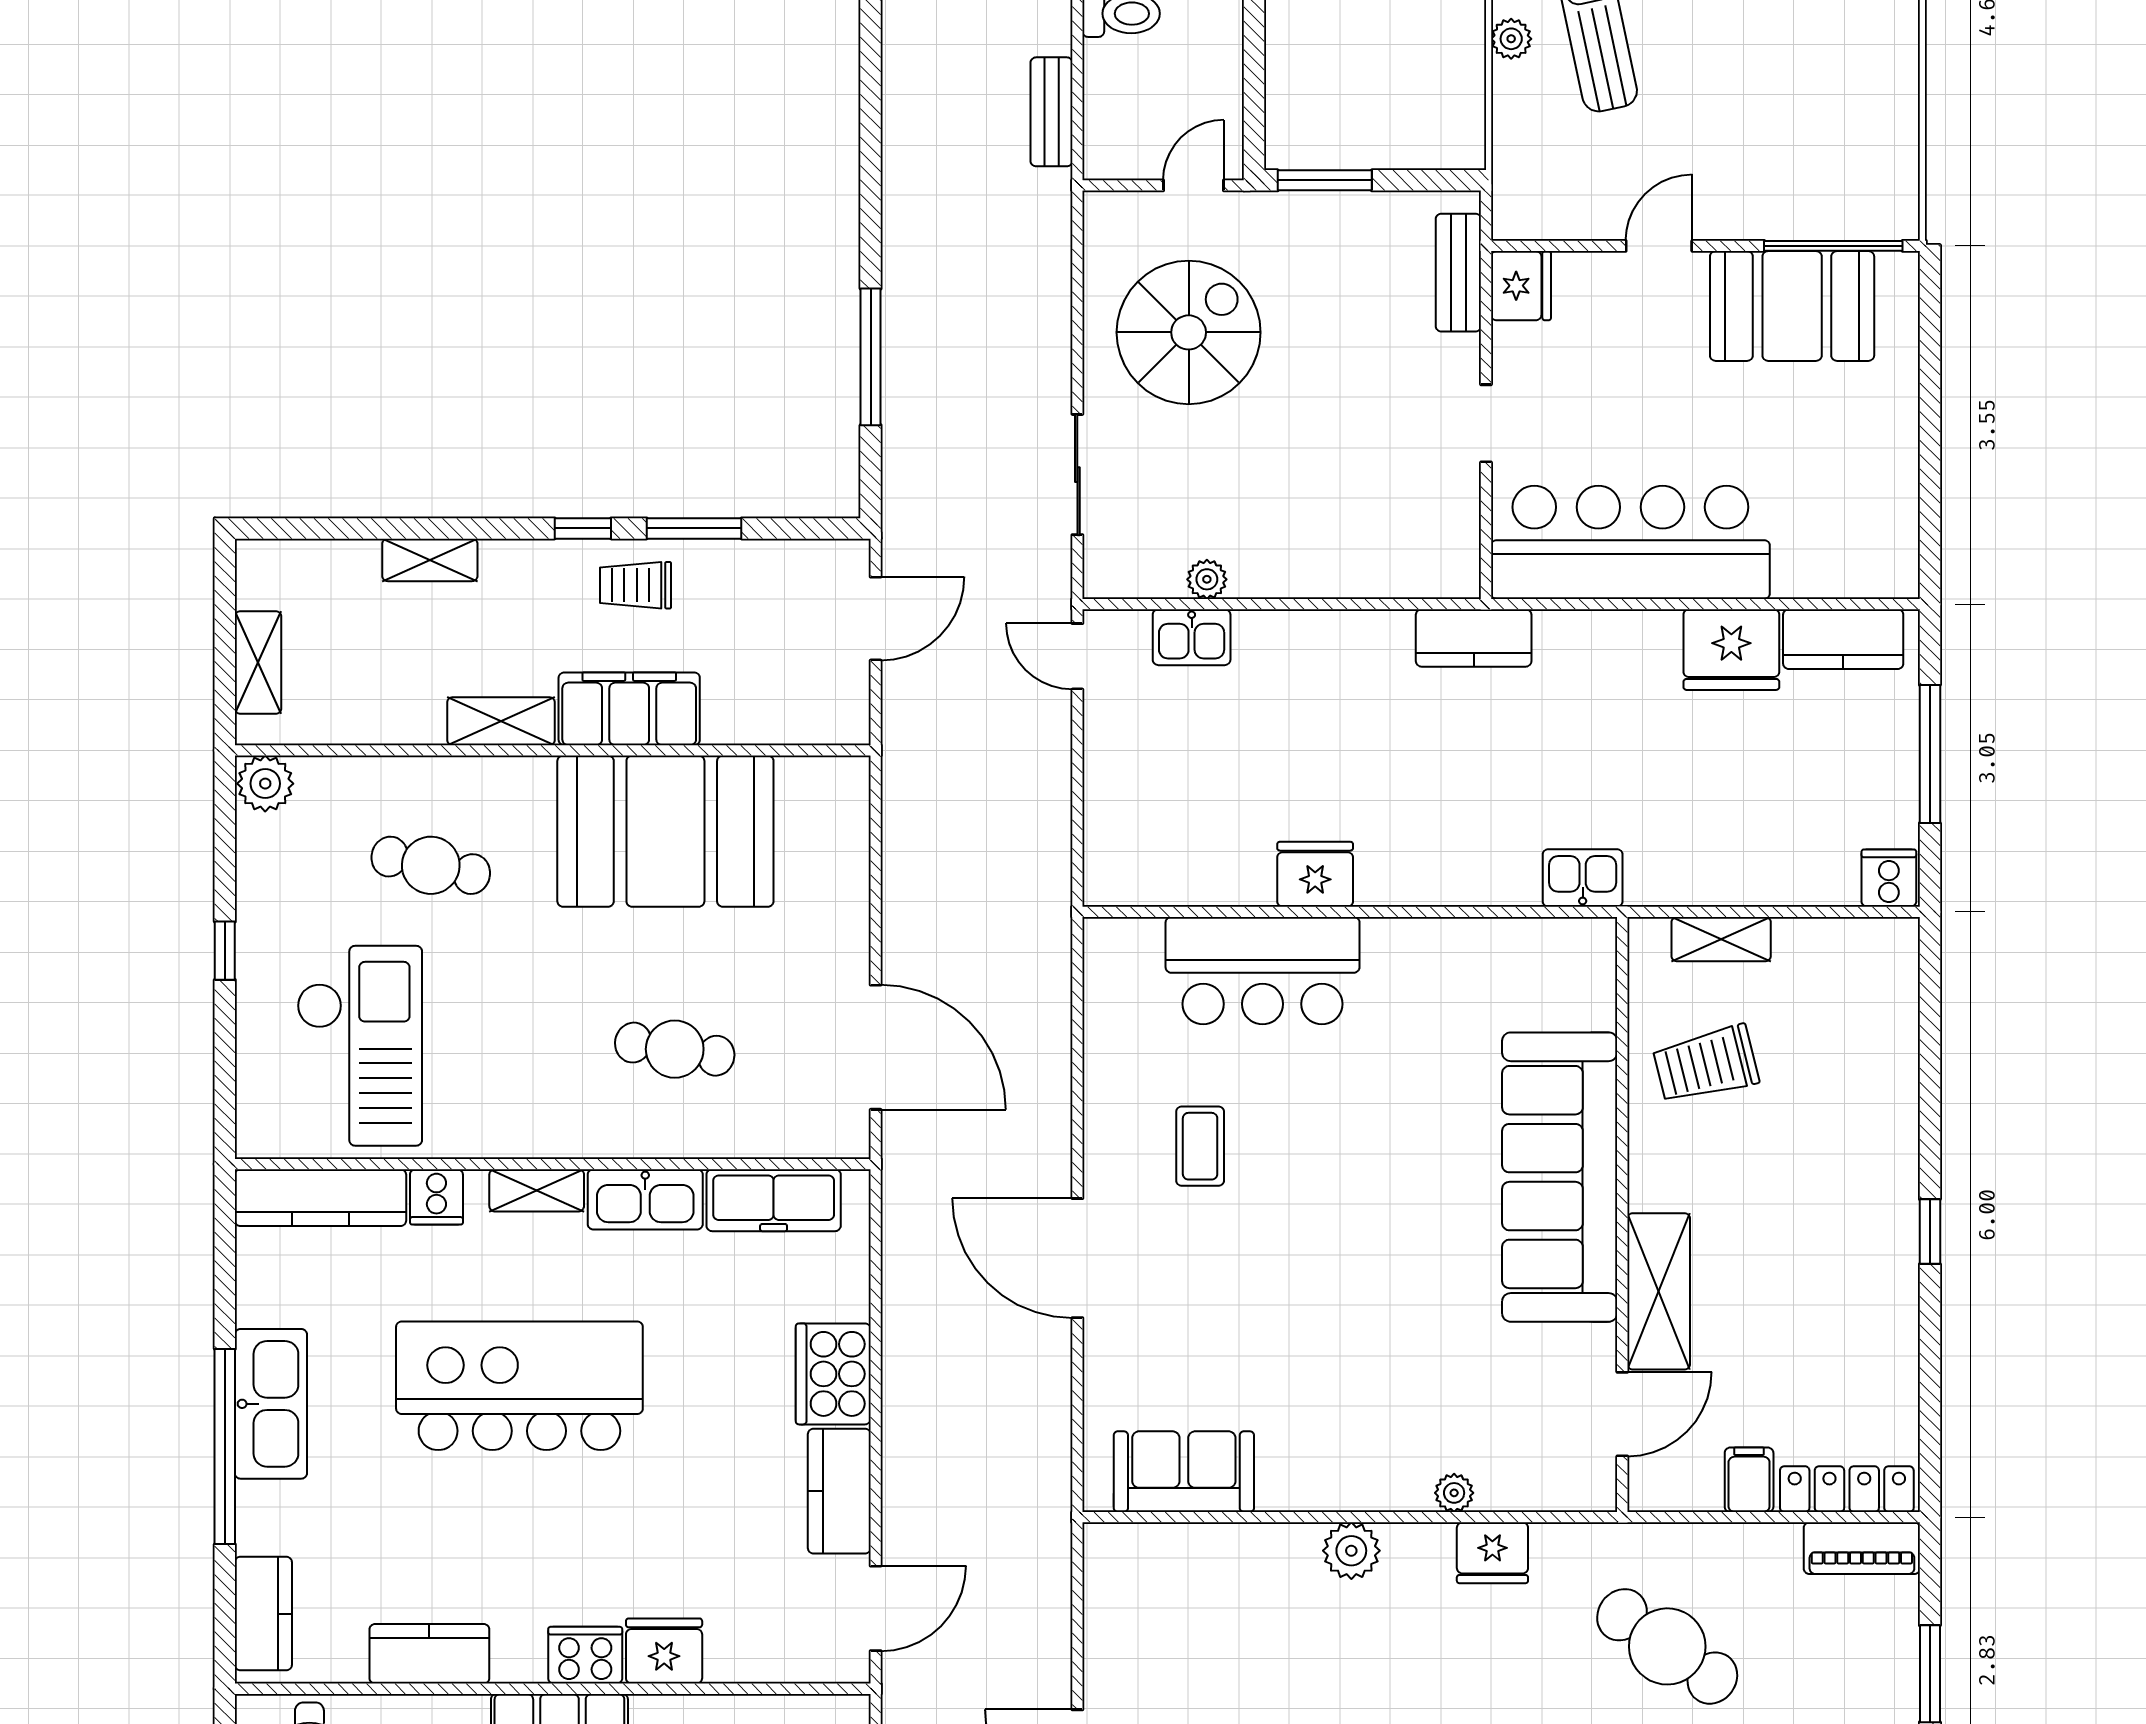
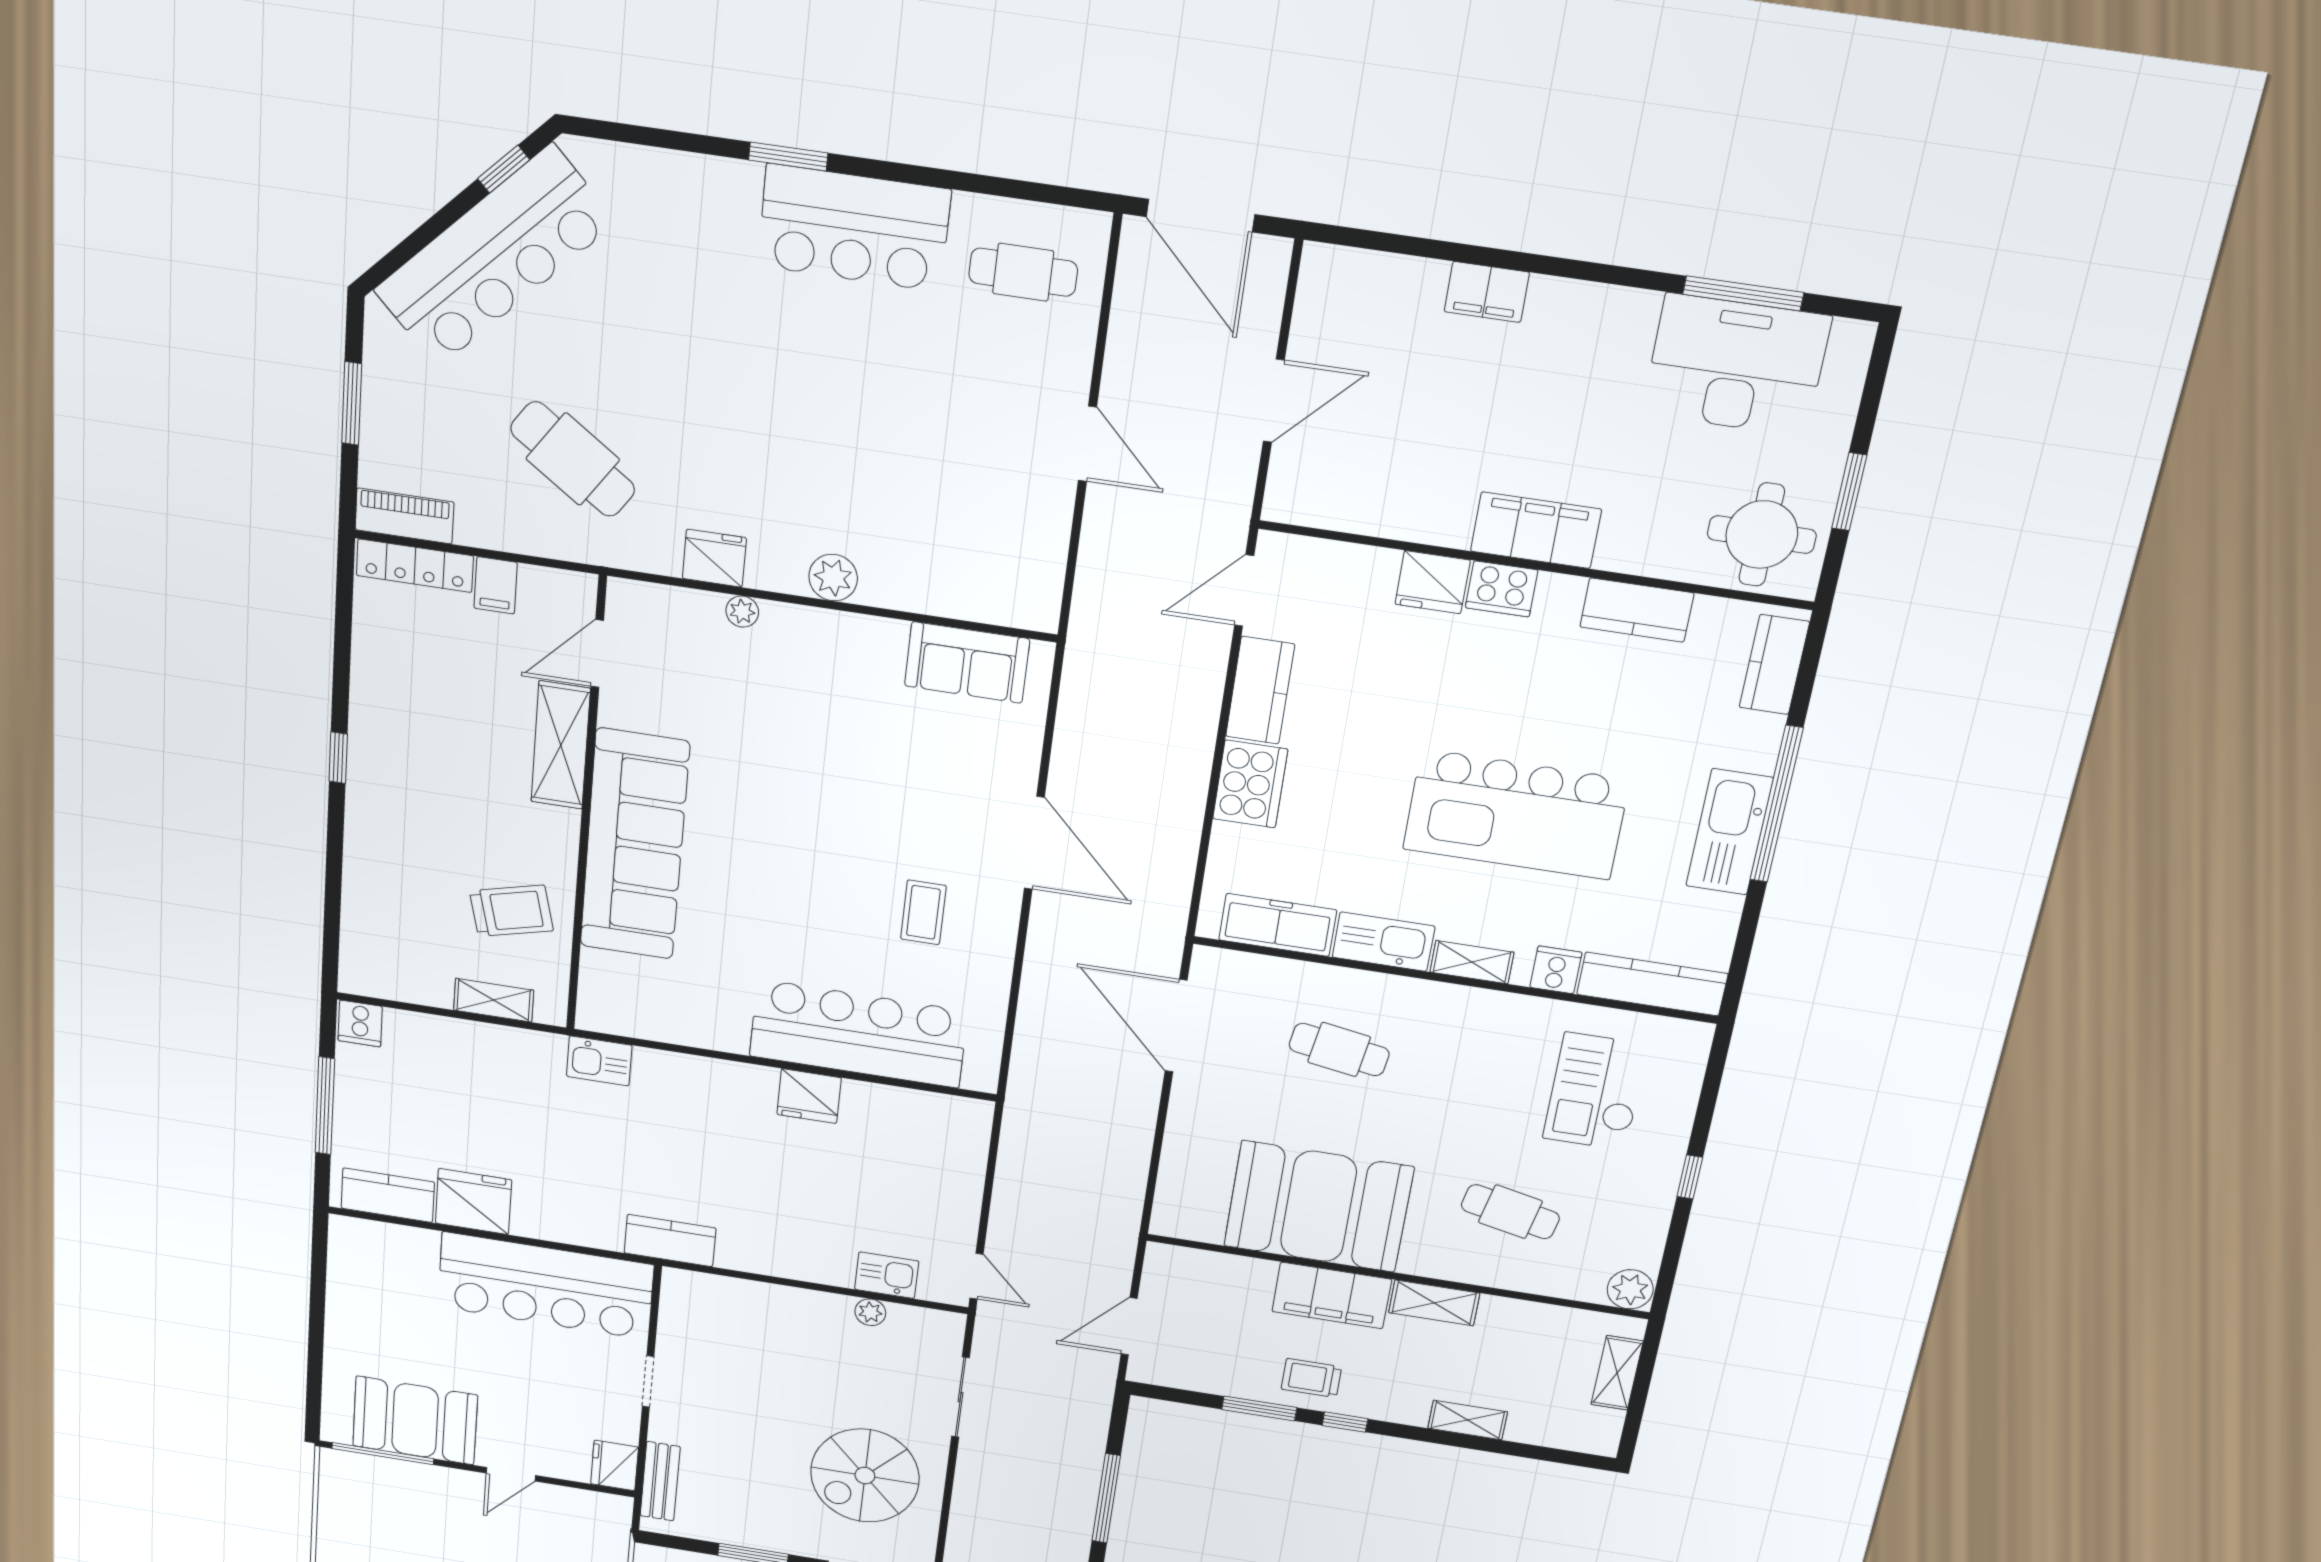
trolley: (636, 585) -> (1311, 1378), turned 180
bar counter: (1263, 971) -> (858, 1034), width x1.36
checkout: (359, 1046) -> (1596, 1092), width x0.73, depth x0.83

